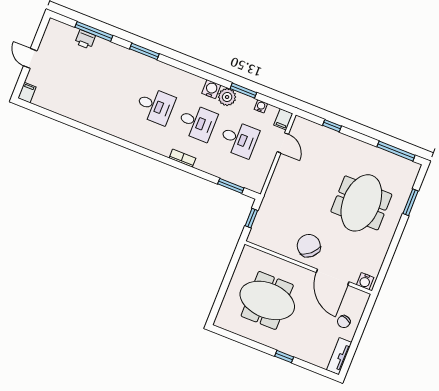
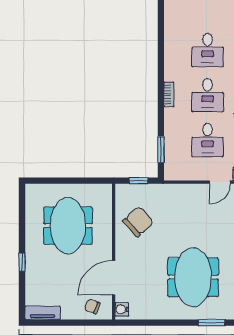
meeting table: (361, 203) -> (193, 277), turned 90
chair: (309, 246) -> (138, 222), moved
chair: (344, 322) -> (92, 306), moved

